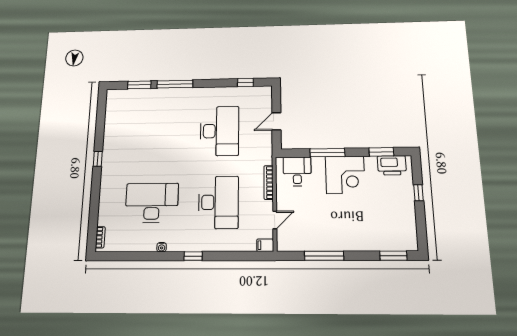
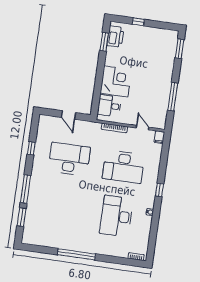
window: (245, 82) -> (31, 148), moved
window: (327, 153) -> (99, 81), removed
window: (98, 159) -> (76, 254), width x3.17
corner desk: (345, 175) -> (116, 81), moved
desk: (218, 202) -> (123, 167), turned 180

